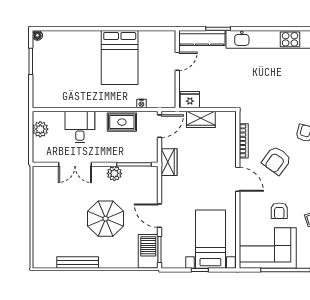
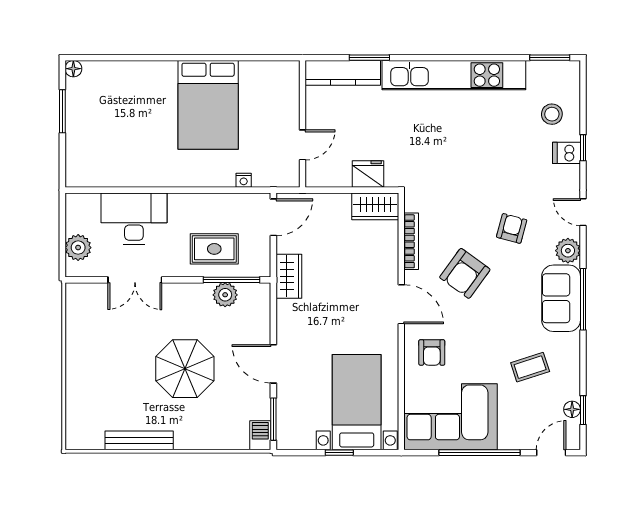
door: (177, 61) -> (303, 145), moved
fridge: (190, 100) -> (368, 174), moved
wardrobe: (201, 119) -> (375, 206), moved
rug: (122, 122) -> (214, 249), moved
desk: (80, 127) -> (134, 219), width x1.37
plant: (40, 129) -> (78, 248), moved
plant: (114, 173) -> (225, 295), moved
armchair: (279, 211) -> (432, 352), moved
barbecue: (148, 251) -> (260, 435), width x0.53, depth x0.65

